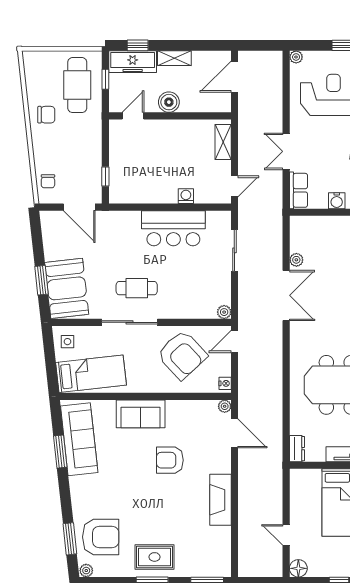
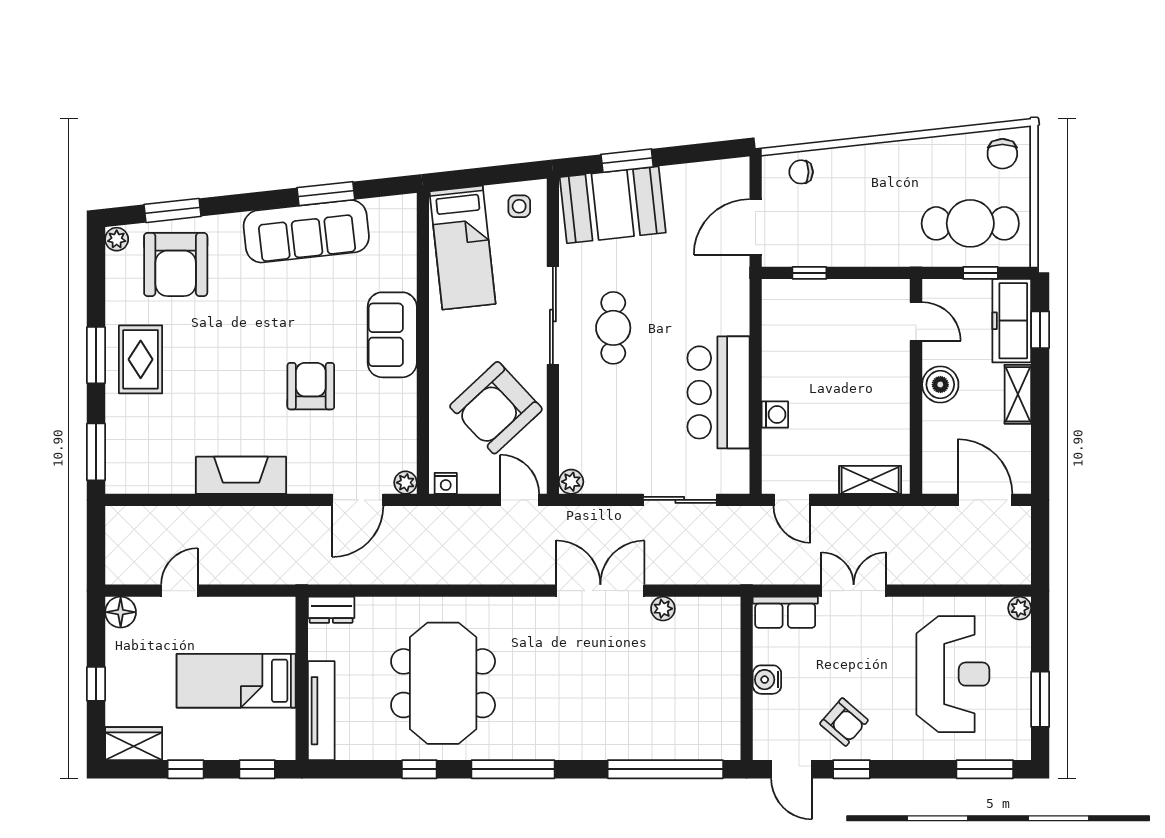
chair: (46, 115) -> (1002, 154), moved
double door: (286, 295) -> (600, 591), swing flipped
sofa: (79, 439) -> (306, 231), moved

